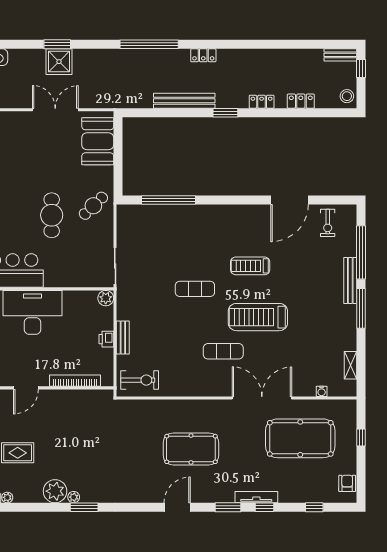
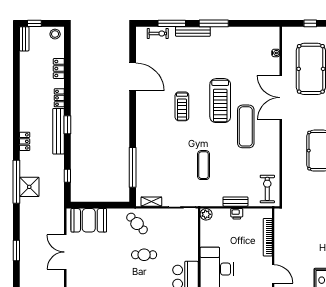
shower: (59, 62) -> (29, 187), moved
bench: (184, 101) -> (58, 131), moved
window: (157, 113) -> (67, 176), added
cafe table: (52, 215) -> (144, 255), width x0.73, depth x0.74
exercise bike: (328, 223) -> (158, 33), moved
window: (361, 252) -> (172, 23), width x0.68
exercise mat: (195, 289) -> (204, 165), moved
exercise mat: (223, 351) -> (246, 126), width x1.36, depth x1.45
shelving: (351, 365) -> (151, 202), moved

